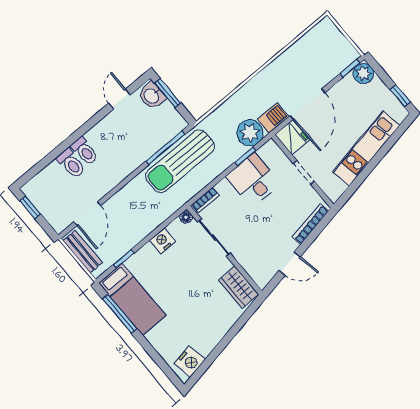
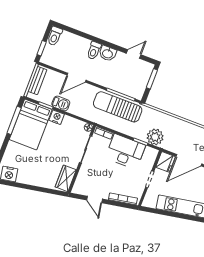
washbasin: (152, 96) -> (108, 53), moved, turned -90
barbecue: (273, 118) -> (61, 103), moved
toilet: (71, 163) -> (55, 36), moved
desk: (253, 180) -> (125, 152), width x1.37
window: (30, 207) -> (42, 48), moved
door: (87, 214) -> (77, 78), moved
nightstand: (163, 241) -> (57, 117), moved
bed: (132, 299) -> (31, 125), width x1.50

